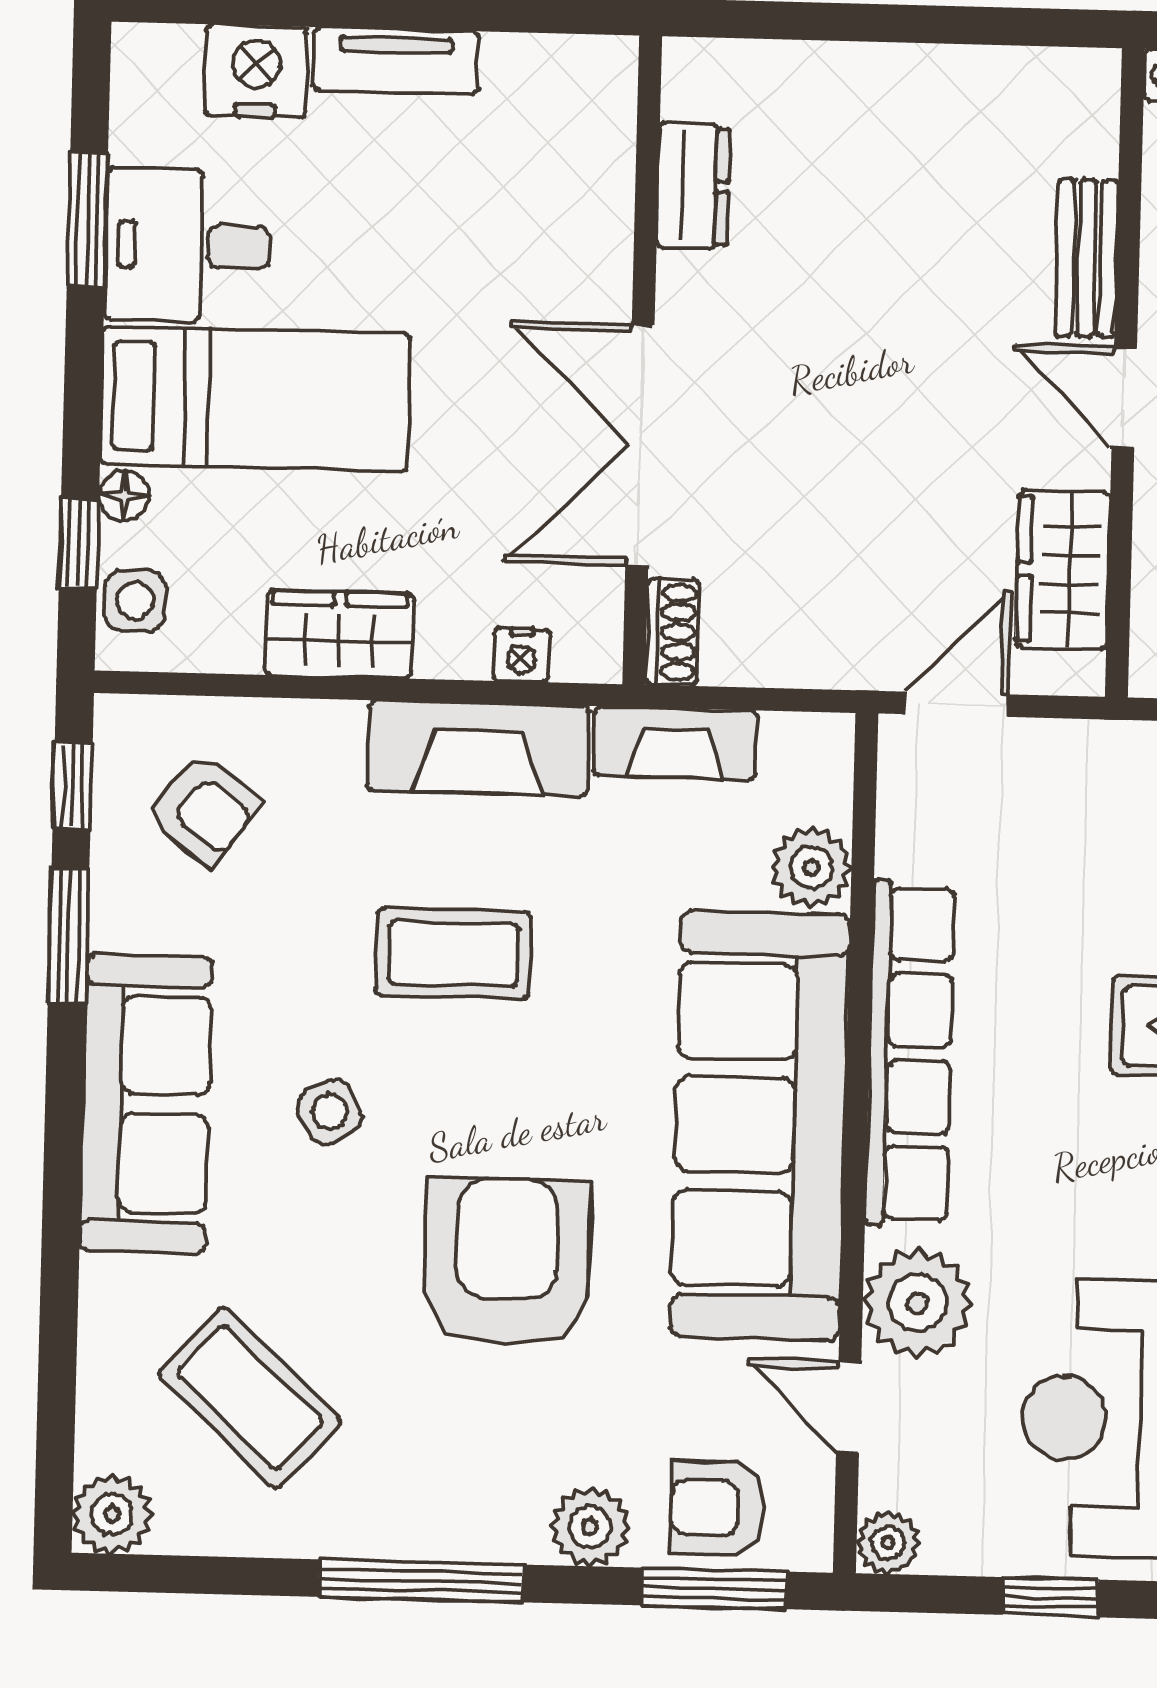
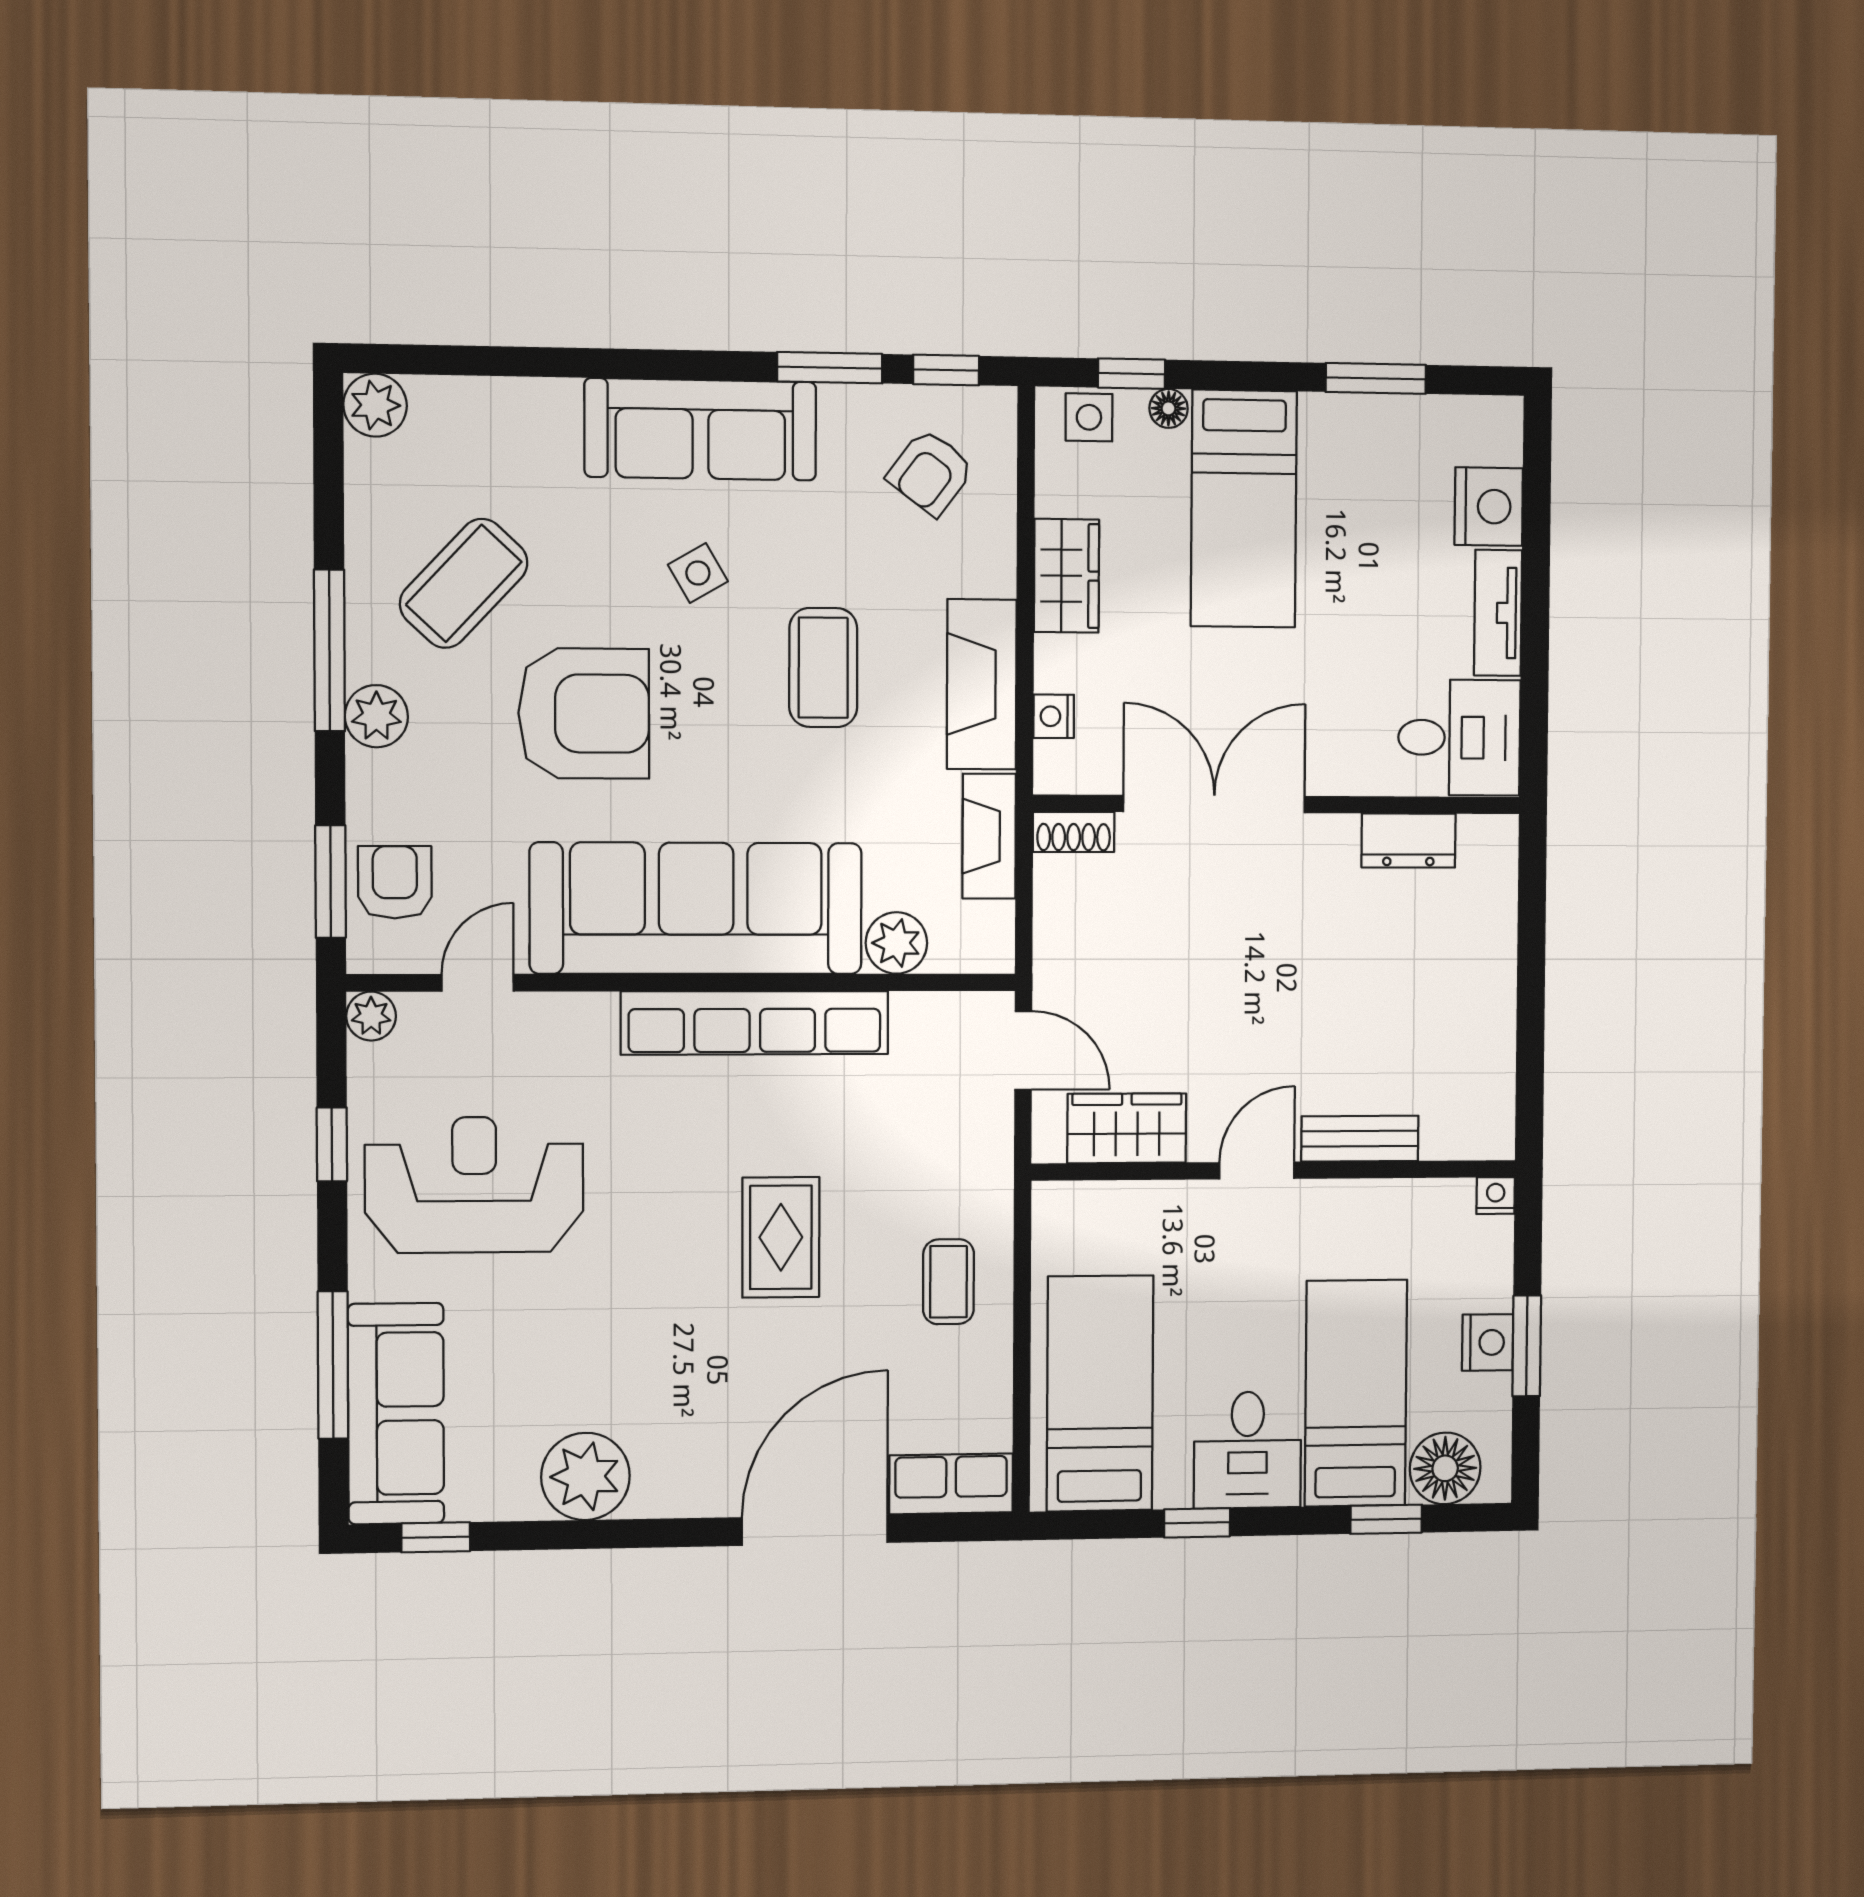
desk: (188, 246) -> (1459, 738), moved, turned 90
plant: (918, 1303) -> (561, 1034), removed
coffee table: (250, 1398) -> (464, 583), moved
plant: (590, 1527) -> (376, 716), moved

